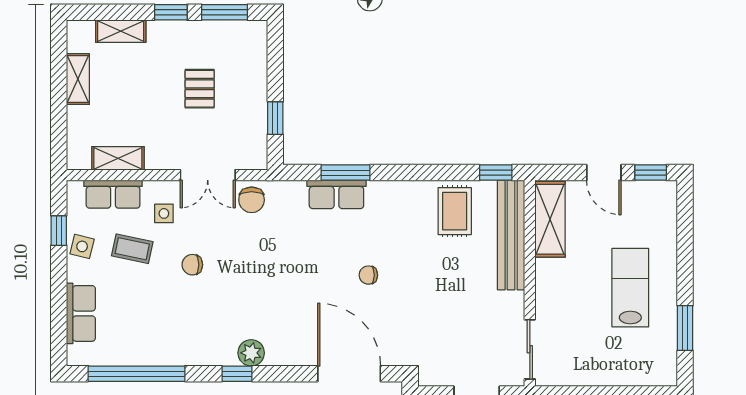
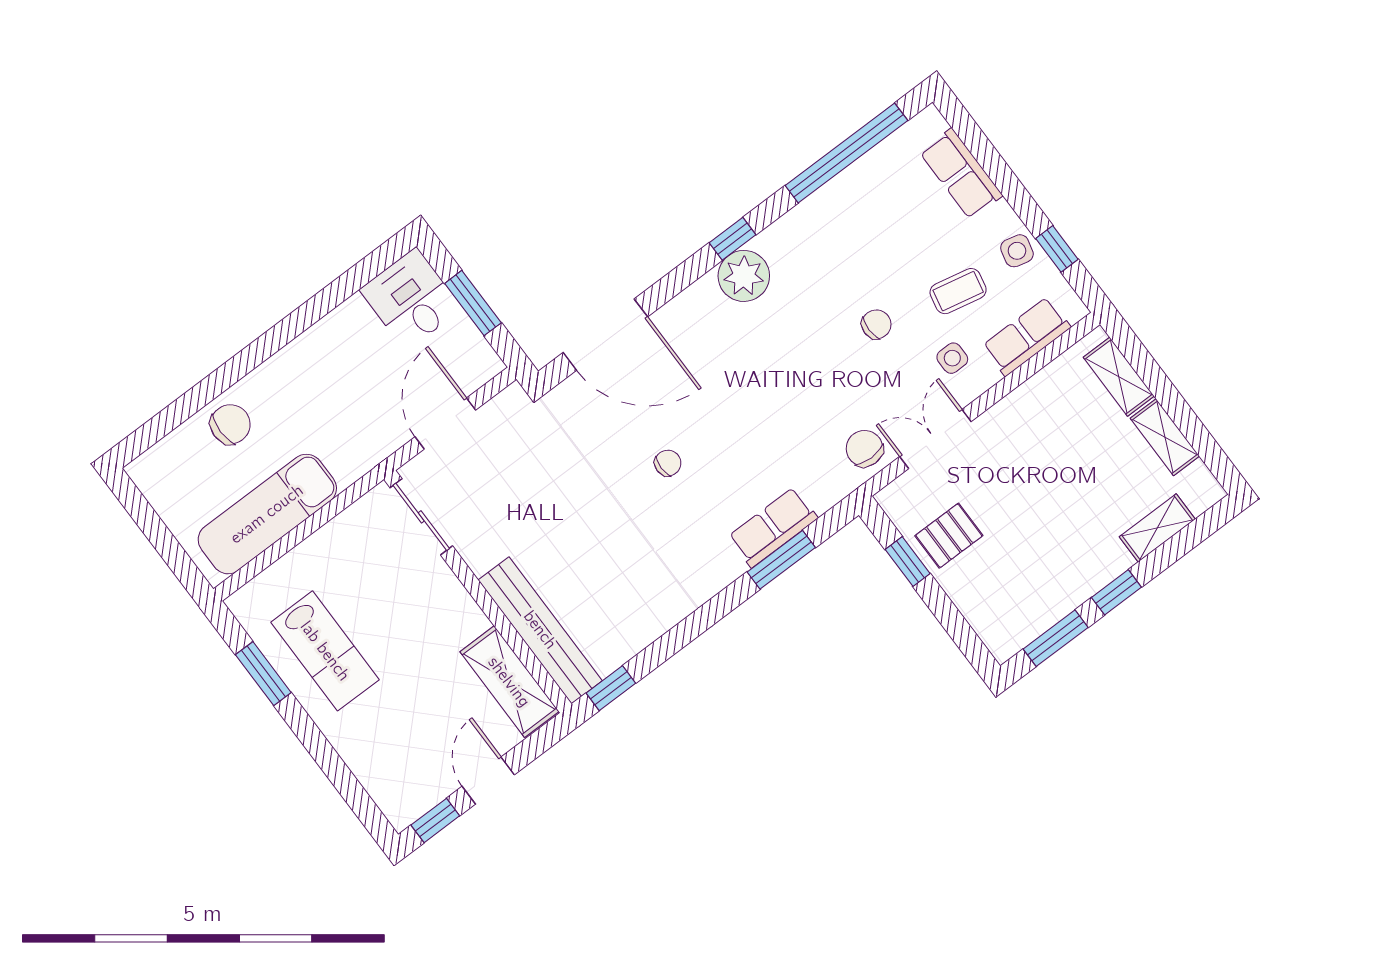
pallet: (200, 89) -> (949, 536), moved, turned 90
shelving: (118, 158) -> (1119, 377), moved, turned 90
door: (604, 173) -> (488, 780), hinge flipped
rug: (455, 211) -> (625, 609), removed
lab bench: (630, 288) -> (325, 651), moved
plant: (251, 353) -> (744, 276), width x1.36, depth x1.36

